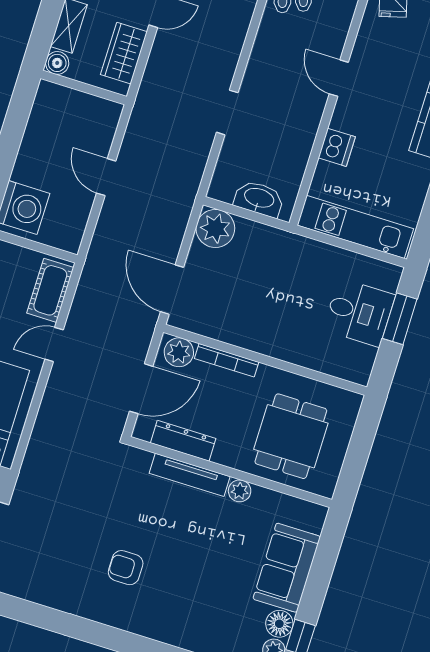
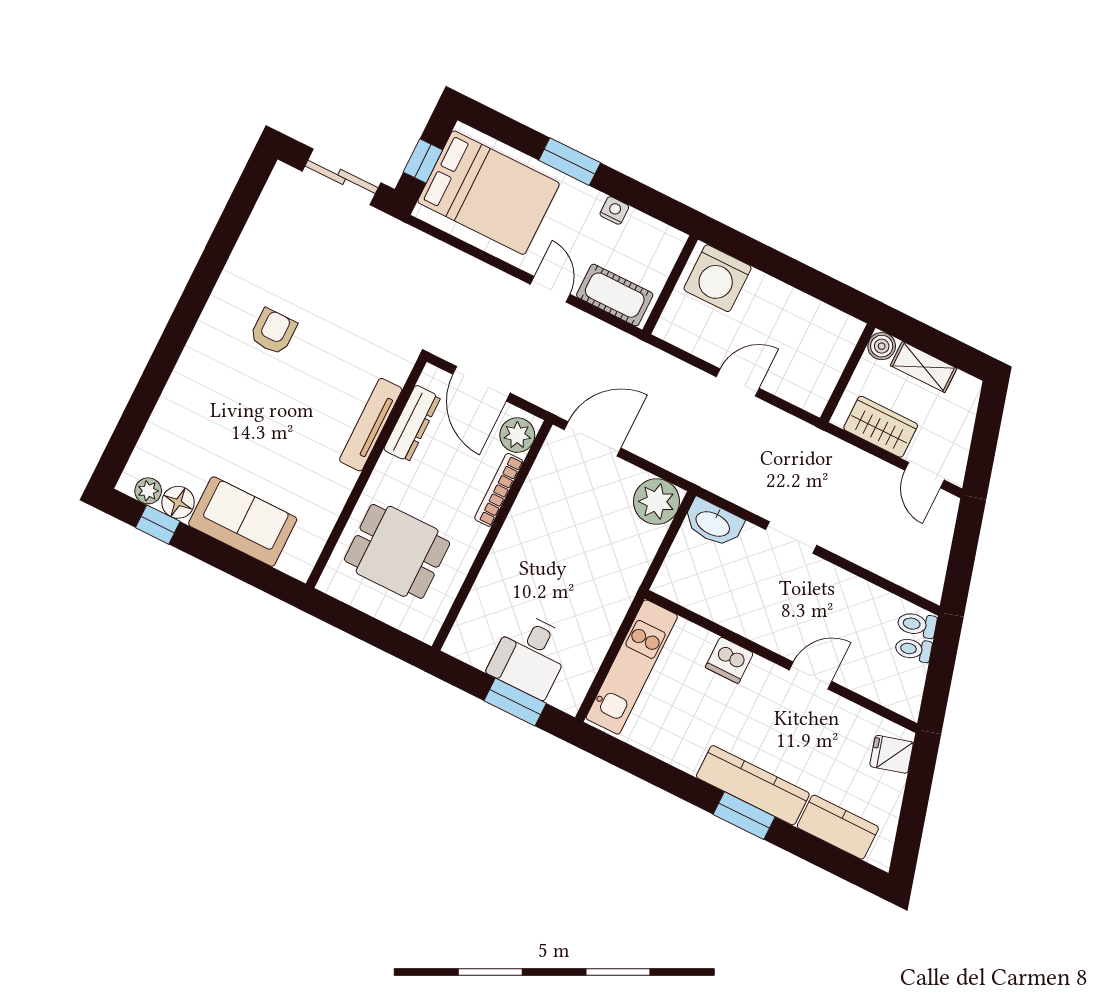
washbasin: (259, 199) -> (713, 523), moved, turned 90
plant: (240, 491) -> (342, 481), removed

